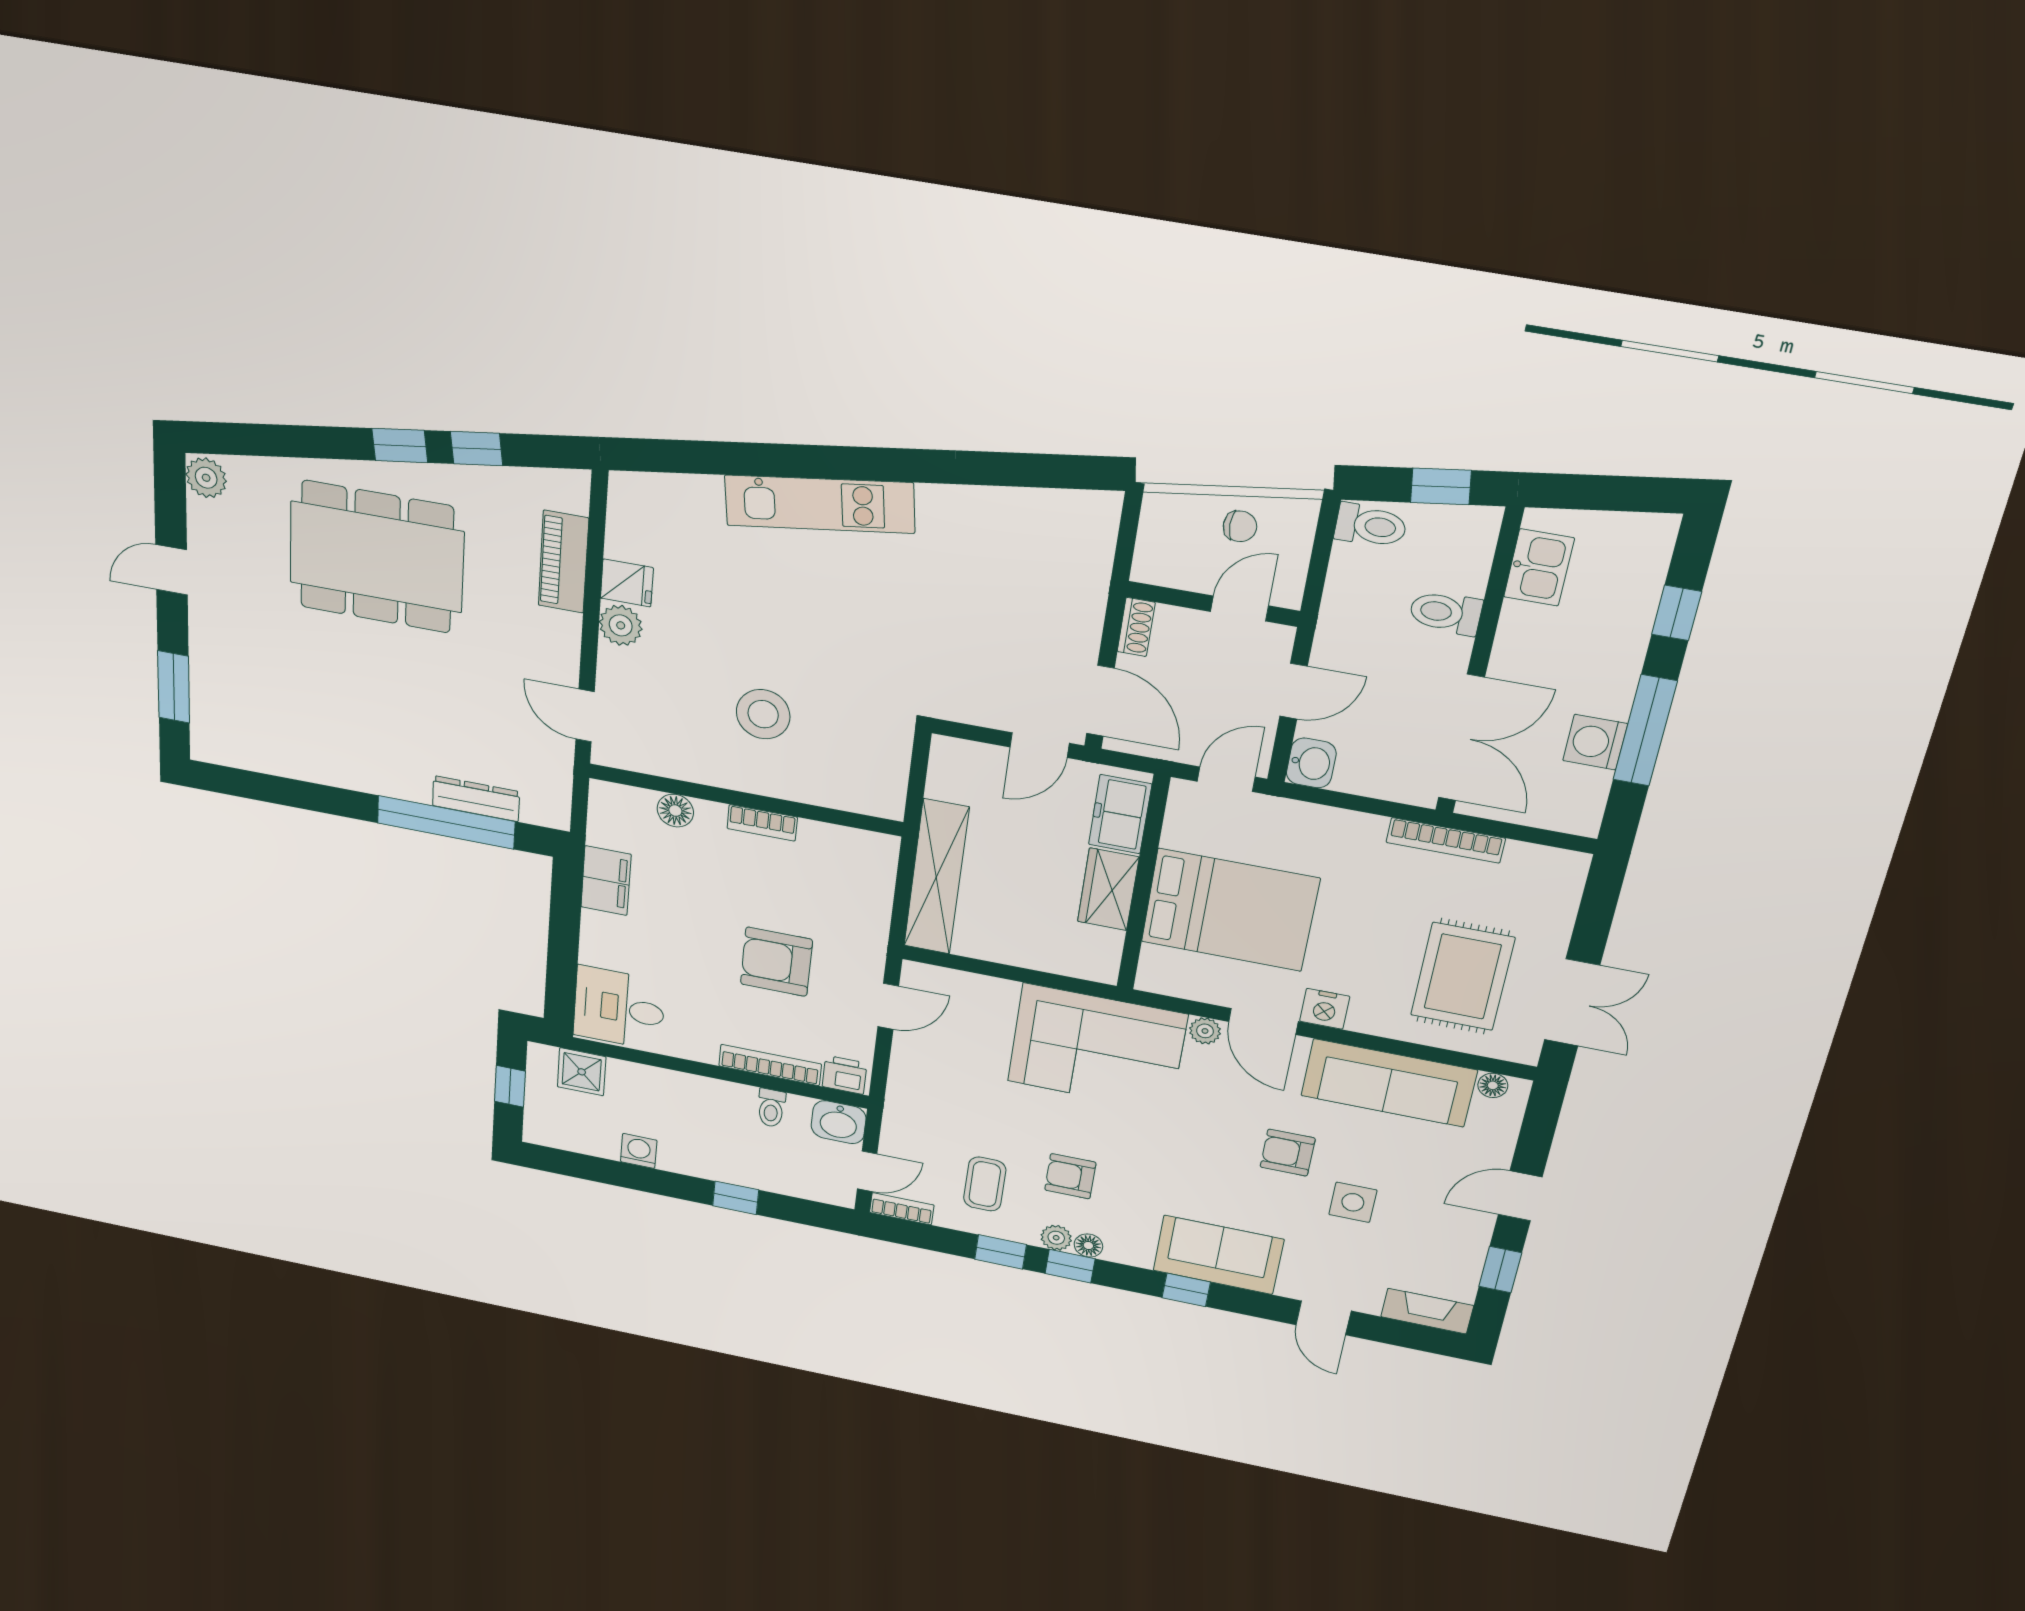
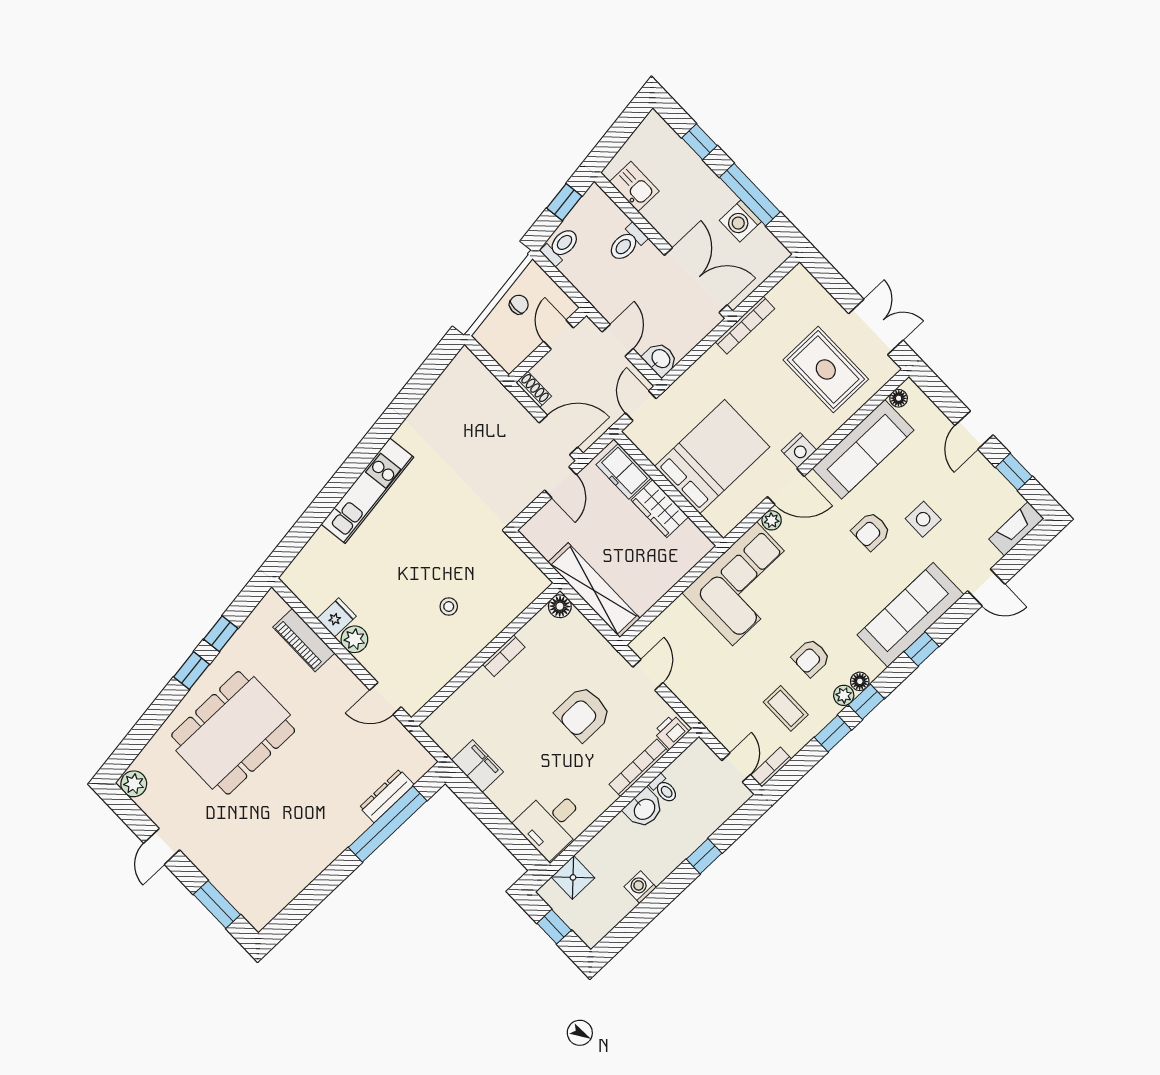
stool: (763, 714) -> (449, 607), width x0.53, depth x0.53
floor lamp: (675, 811) -> (560, 606), moved
washbasin: (839, 1122) -> (644, 809), moved
sofa: (1218, 1255) -> (910, 615), width x1.36

